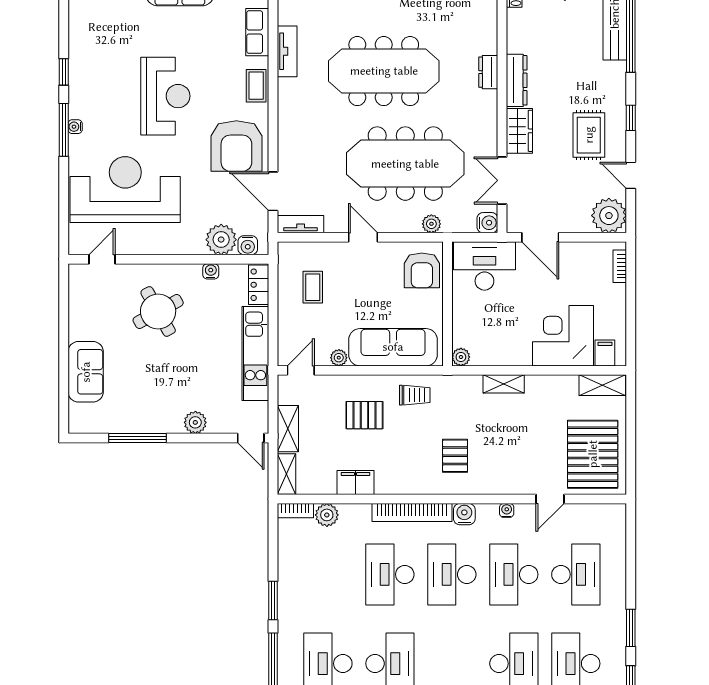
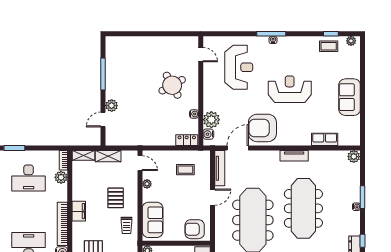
tv unit: (287, 51) -> (294, 156), moved
window: (64, 72) -> (331, 34), moved
coffee table: (256, 86) -> (329, 46), moved
reception desk: (165, 96) -> (290, 89), turned 180
reception desk: (125, 190) -> (239, 67), width x0.74, depth x0.77
tv unit: (301, 224) -> (220, 168), width x1.41
plant: (431, 224) -> (220, 234), removed
sofa: (393, 347) -> (153, 220), width x0.73
kitchen unit: (255, 353) -> (149, 138), removed
sofa: (86, 372) -> (139, 46), removed
door: (251, 438) -> (103, 120), moved
filing cabinet: (356, 483) -> (79, 211), moved
desk: (390, 574) -> (29, 178), moved, turned 180

